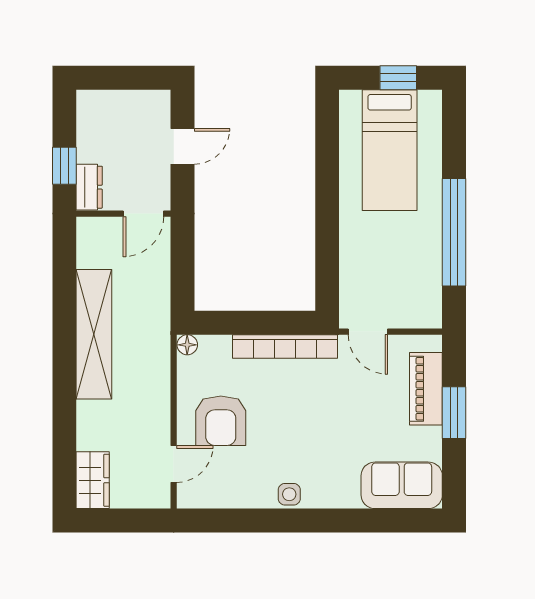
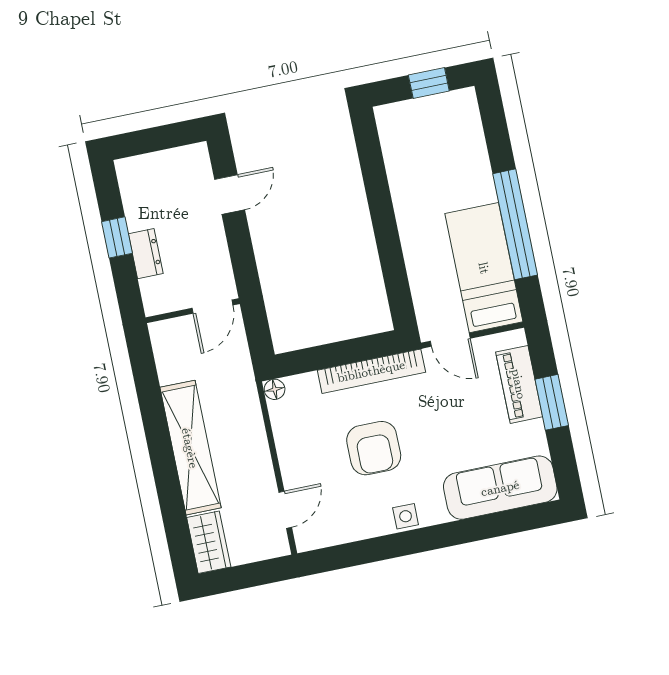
bed: (390, 150) -> (484, 268), moved, turned 180
wall: (123, 214) -> (193, 311), moved
door: (143, 214) -> (212, 307), moved
shelving: (94, 334) -> (190, 448), moved
armchair: (221, 421) -> (374, 448), moved
sofa: (402, 485) -> (500, 488), width x1.36

